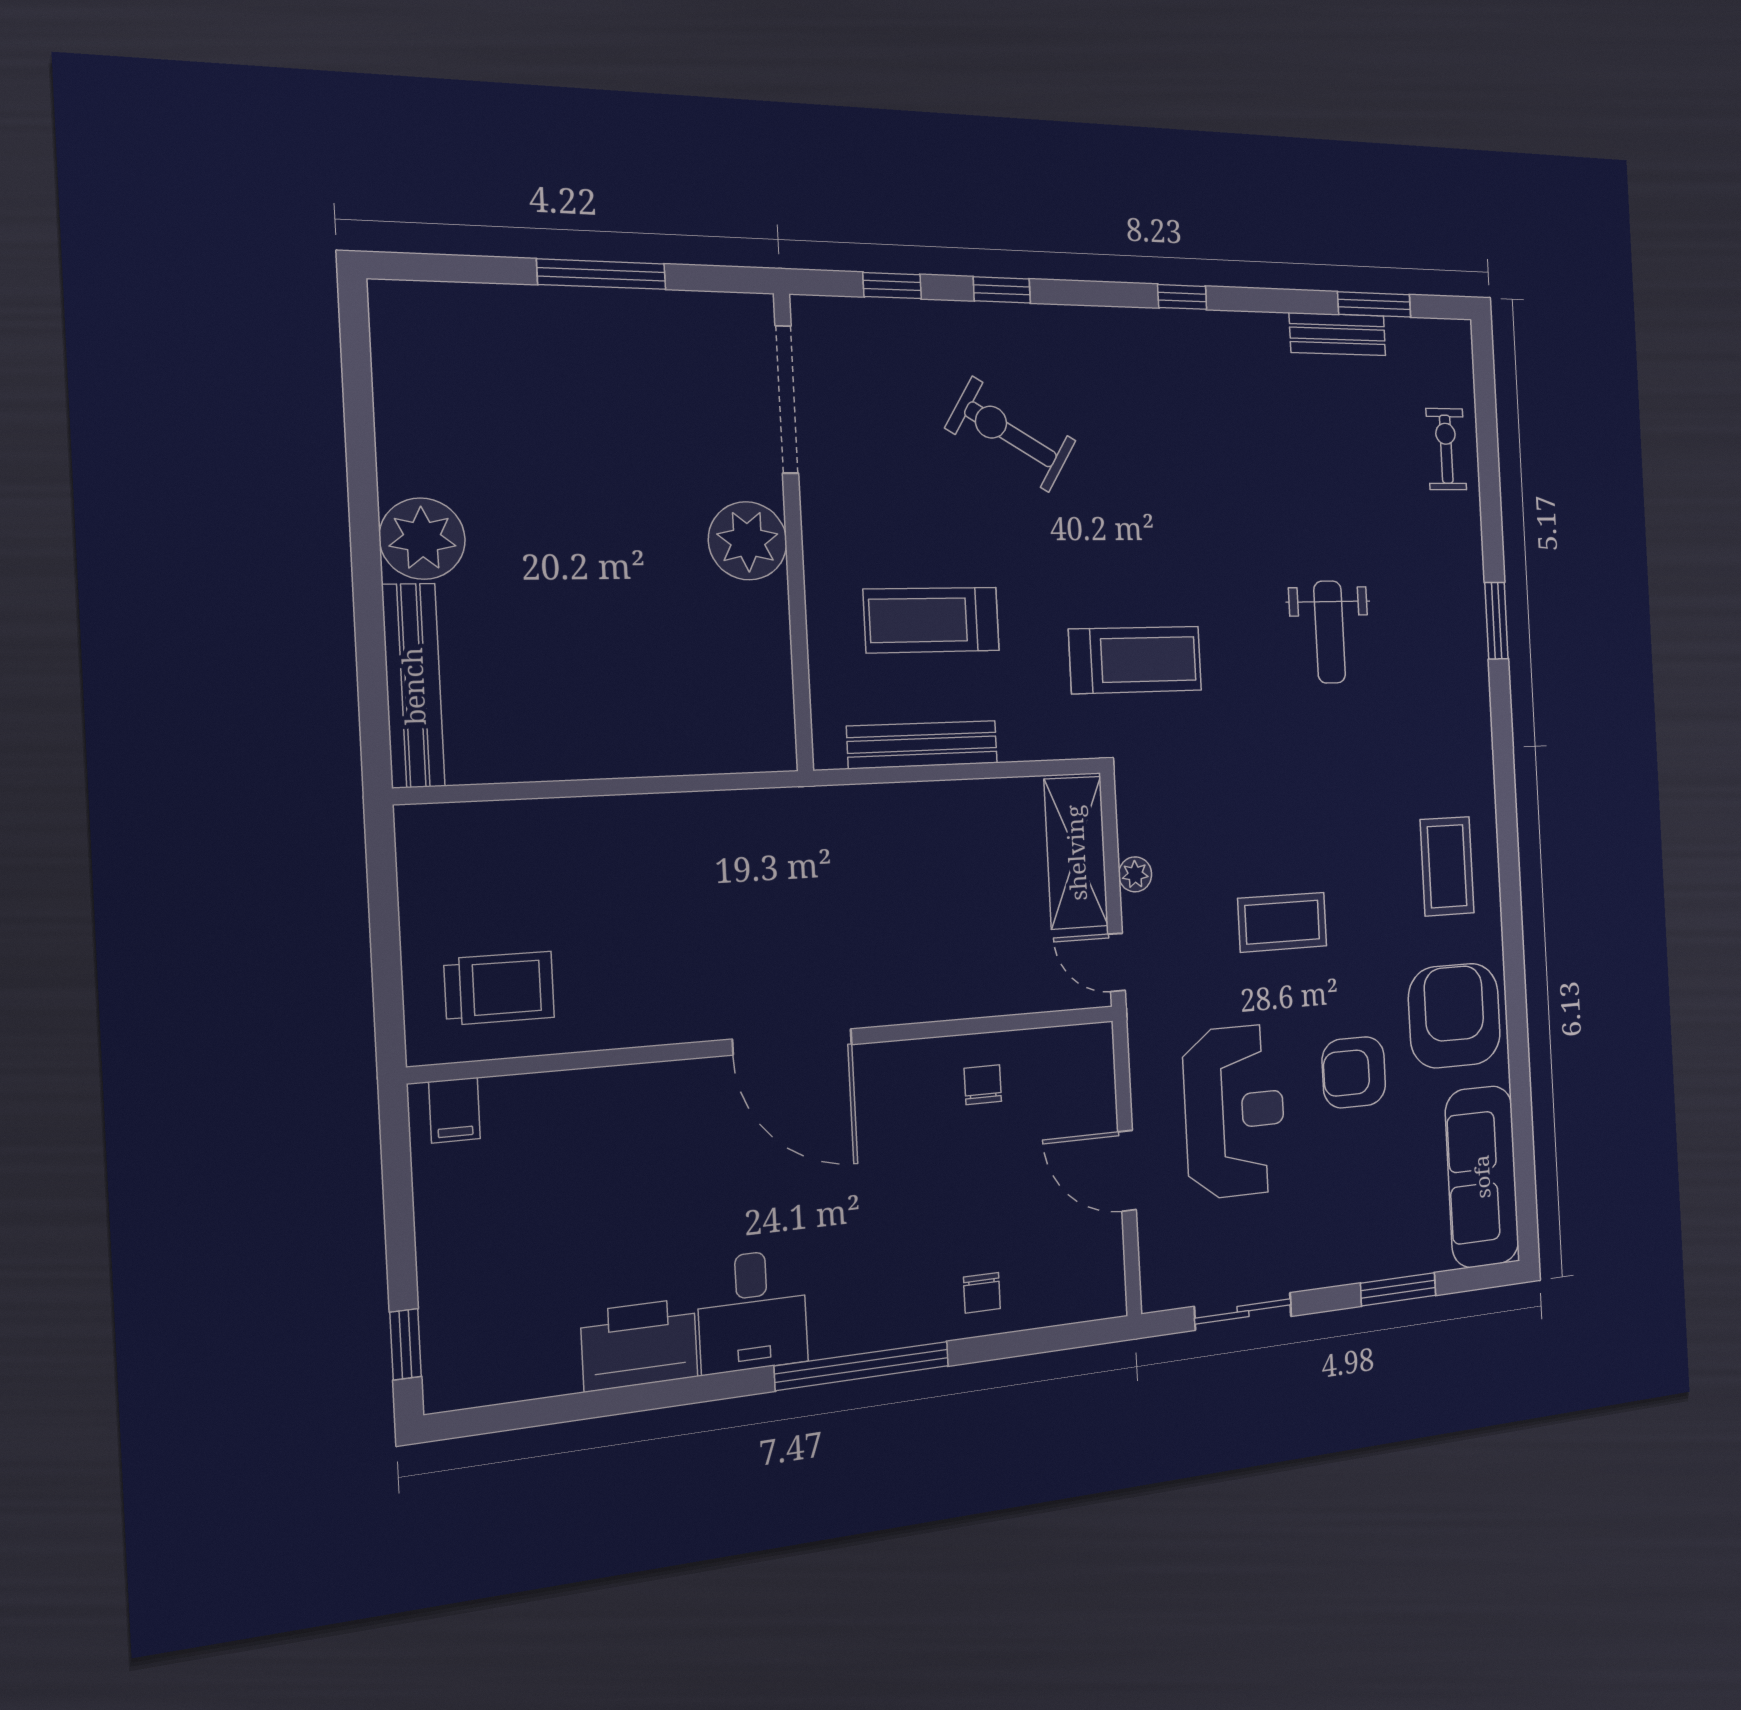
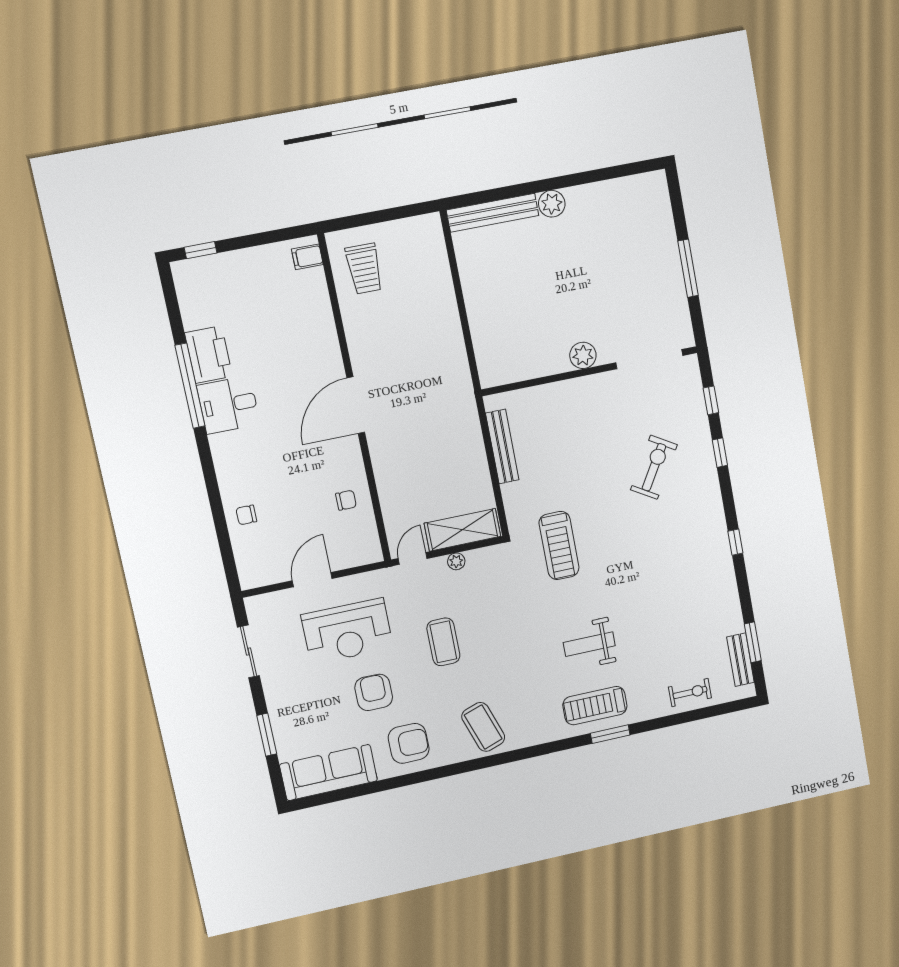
bench: (1338, 334) -> (740, 660), moved
plant: (422, 539) -> (552, 204), width x0.73, depth x0.73
plant: (748, 541) -> (583, 355), width x0.73, depth x0.73
treadmill: (932, 620) -> (595, 706), moved, turned -90
coffee table: (1447, 866) -> (483, 727), turned 71
armchair: (1454, 1016) -> (409, 743), width x0.73, depth x0.73
window: (862, 1366) -> (190, 386), moved

